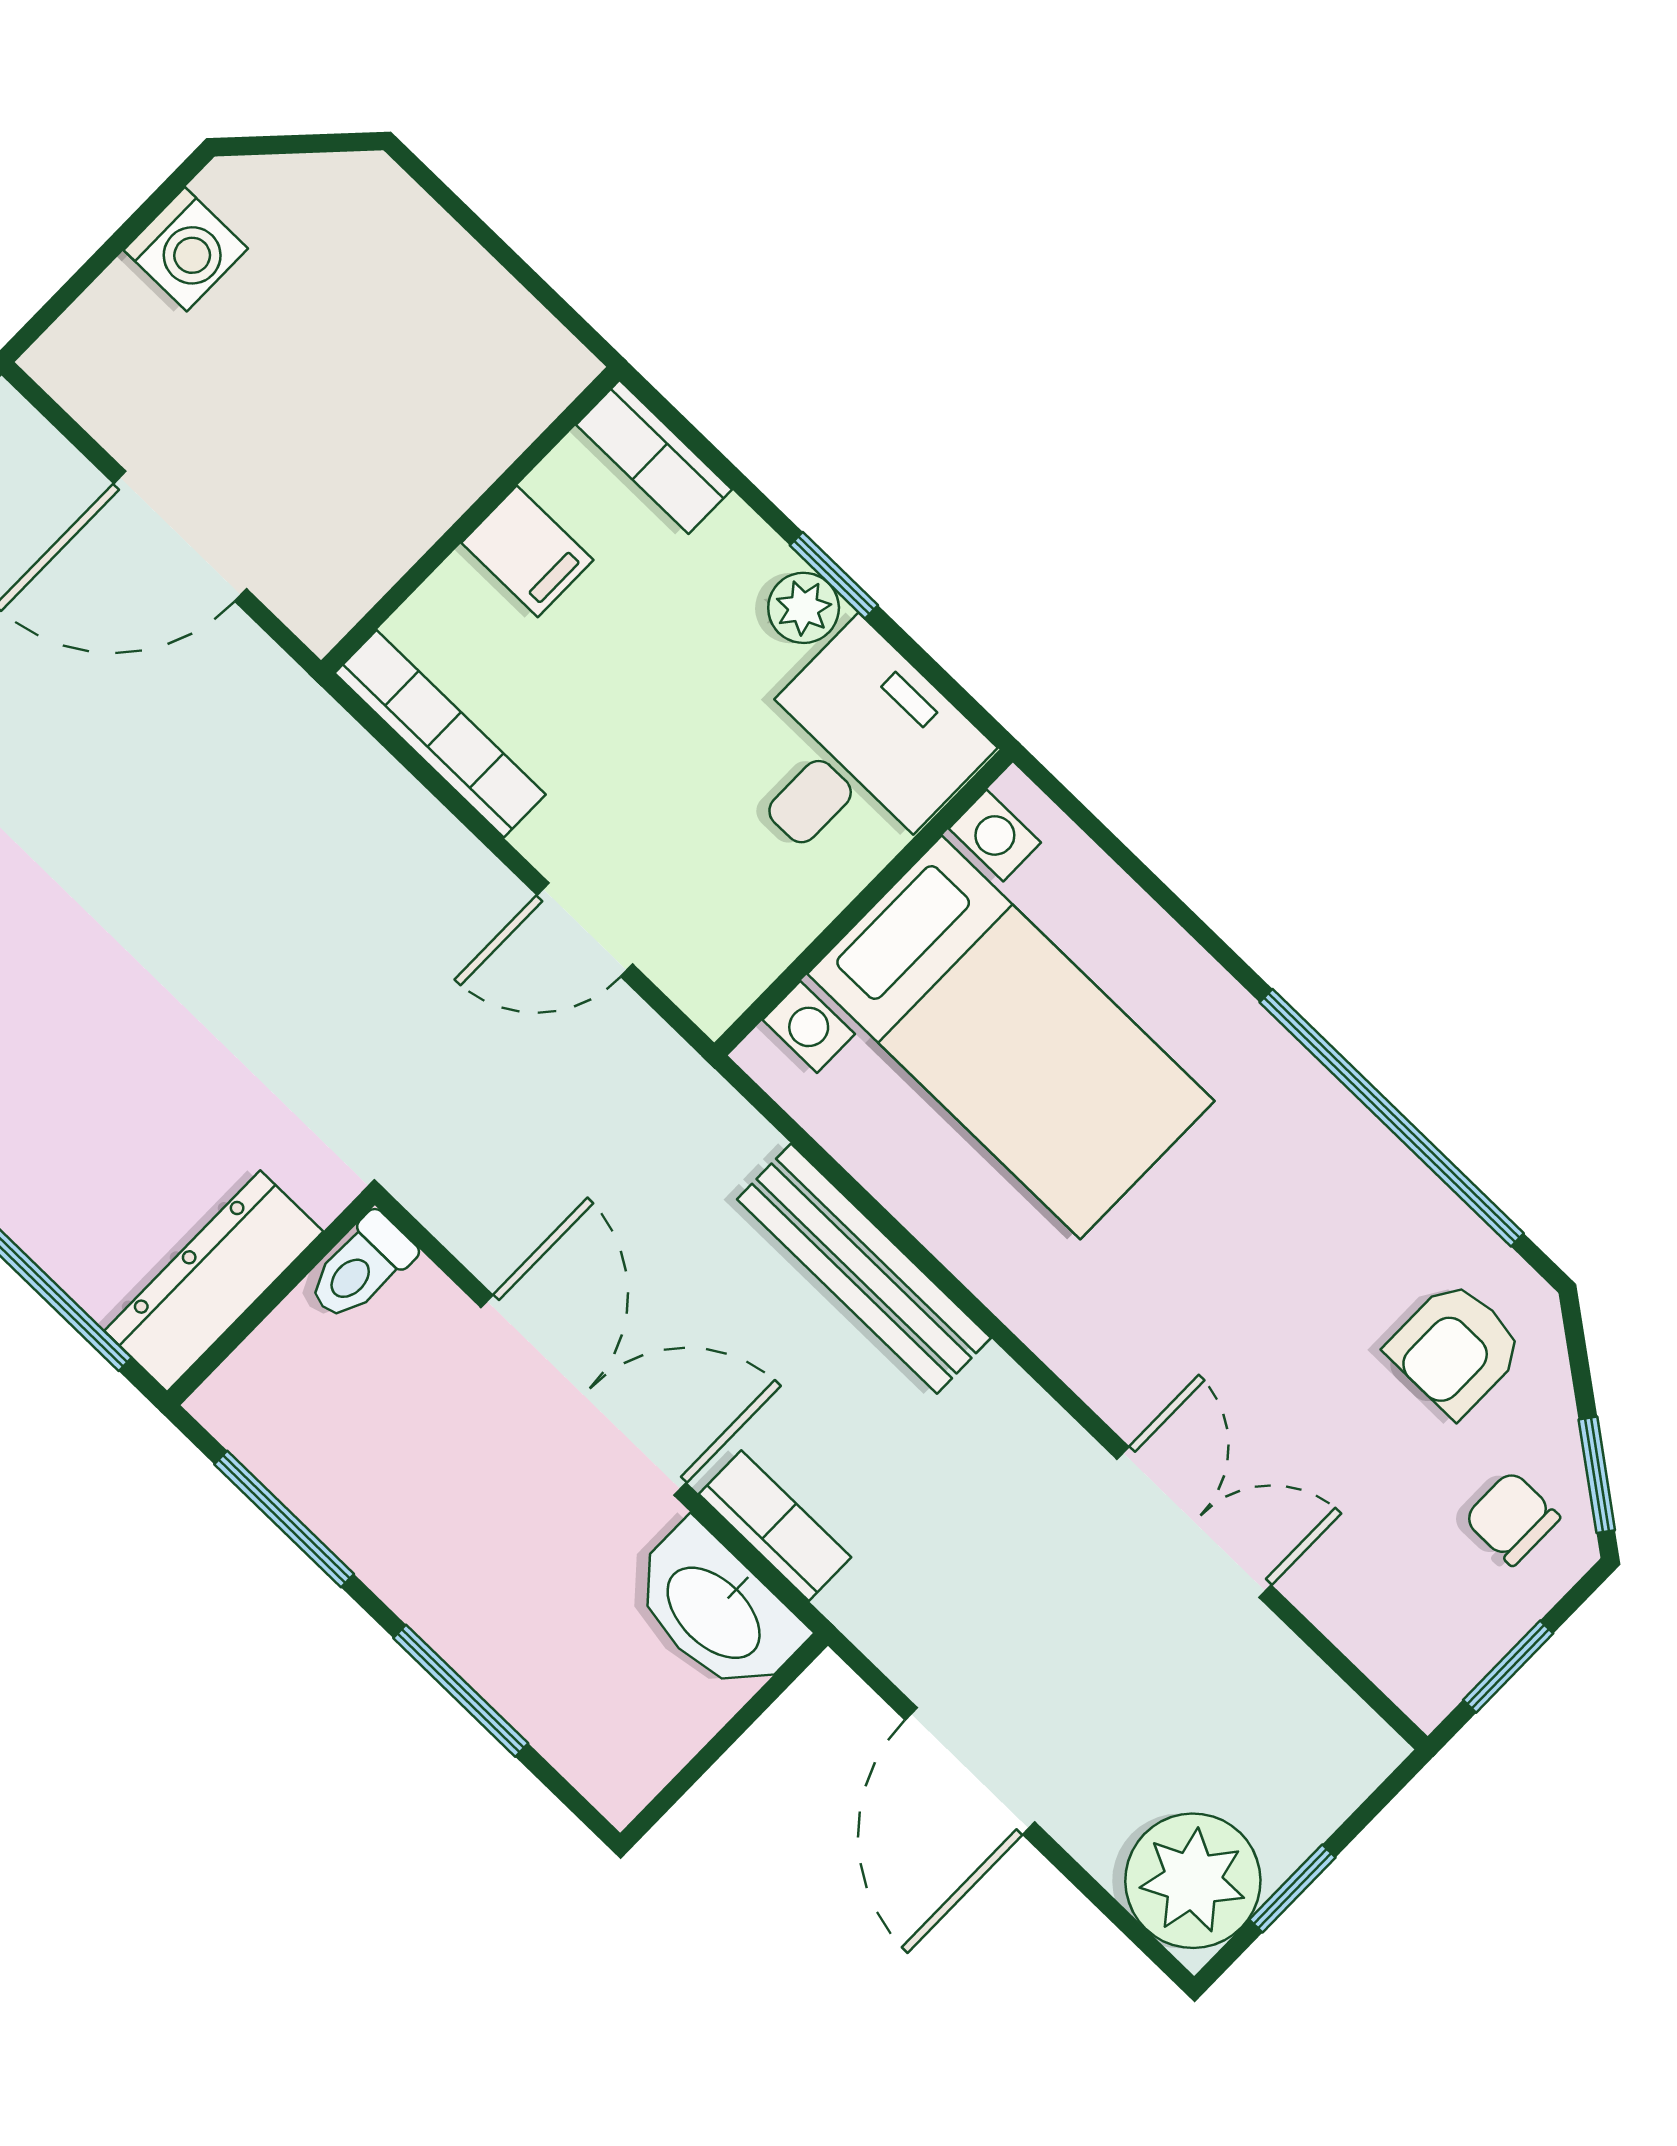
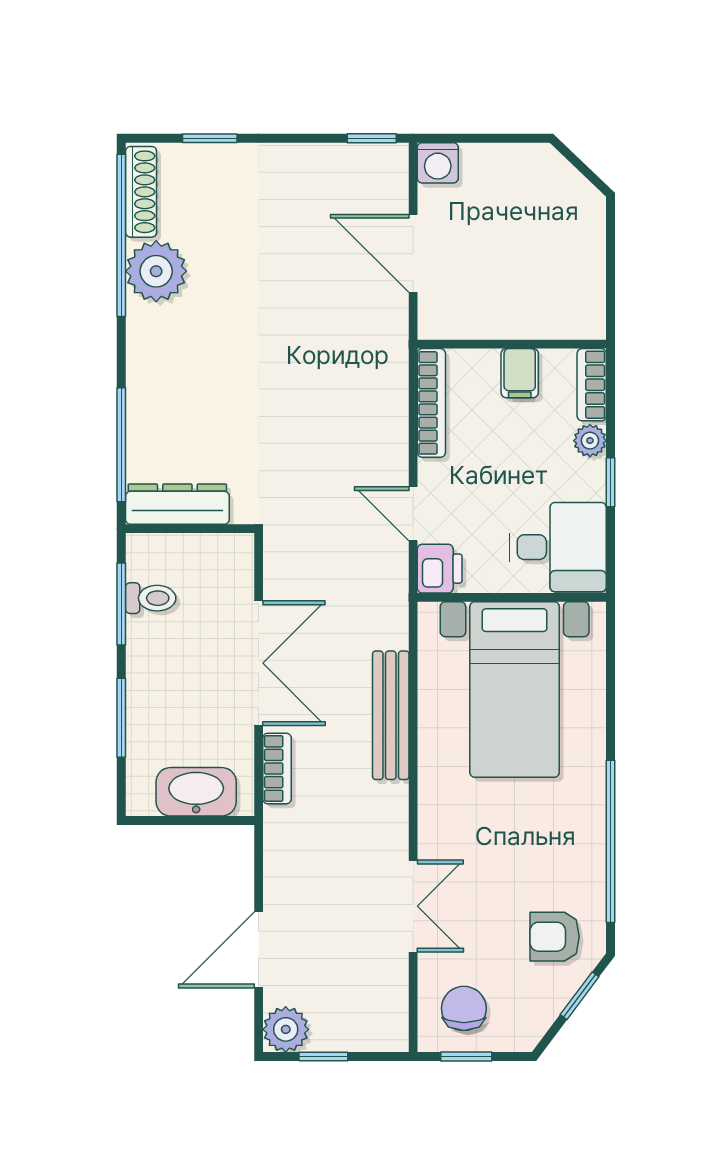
washing machine: (186, 249) -> (438, 163), moved
plant: (804, 608) -> (590, 441), moved
printer: (710, 971) -> (440, 569), added
toilet: (361, 1267) -> (151, 598), moved, turned 180
window: (1597, 1475) -> (580, 996), moved
chair: (1512, 1518) -> (464, 1008), moved, width x1.37, depth x1.37
washbasin: (716, 1611) -> (196, 792), moved, turned 90
door: (970, 1771) -> (259, 950), moved
plant: (1193, 1881) -> (286, 1029), width x0.73, depth x0.73

